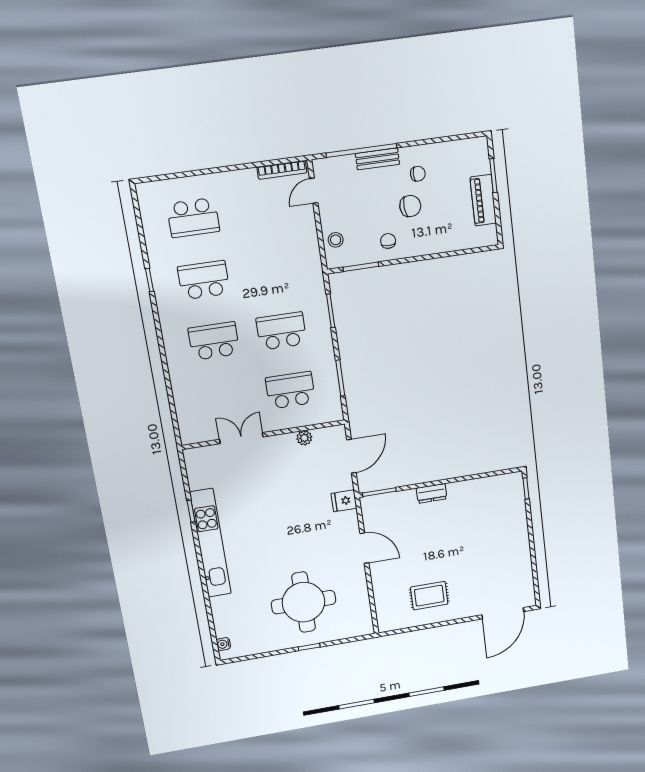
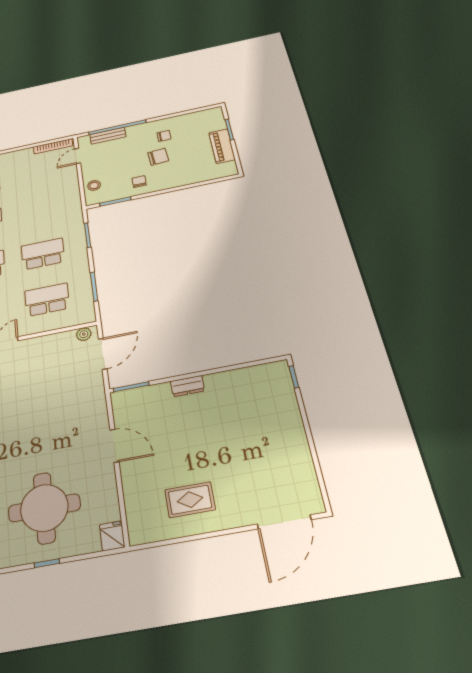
bench: (378, 159) -> (108, 136), moved
plant: (304, 438) -> (84, 334), moved
fridge: (344, 501) -> (112, 536), moved, turned 90

